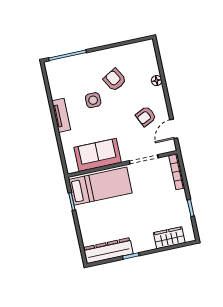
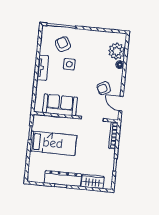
plant: (147, 65) -> (117, 51), added
armchair: (115, 80) -> (63, 44), moved
door: (174, 129) -> (121, 104), hinge flipped
bed: (100, 186) -> (53, 143), moved
dresser: (108, 251) -> (63, 178), moved

